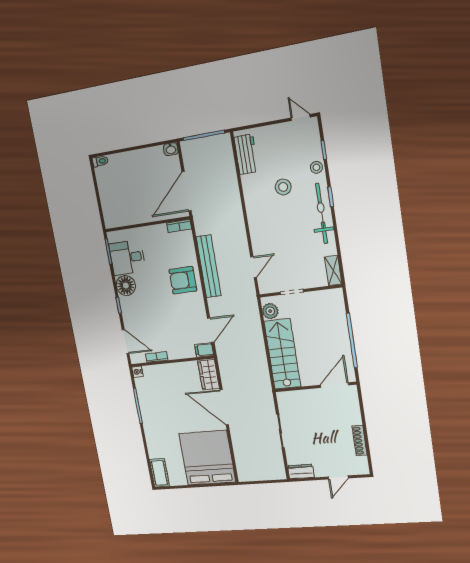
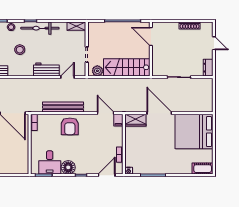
workbench: (260, 233) -> (46, 69), added
door: (254, 267) -> (68, 77), hinge flipped
door: (224, 407) -> (159, 113), swing flipped

